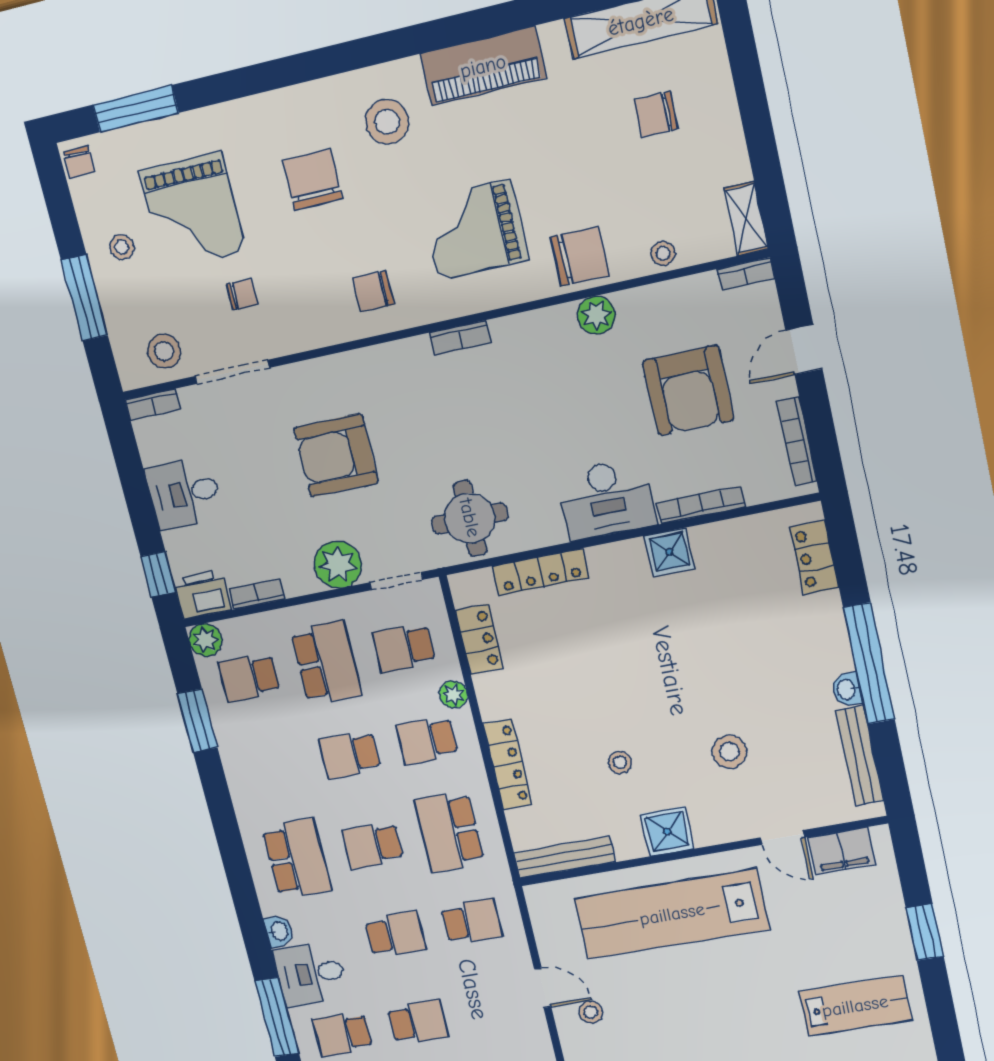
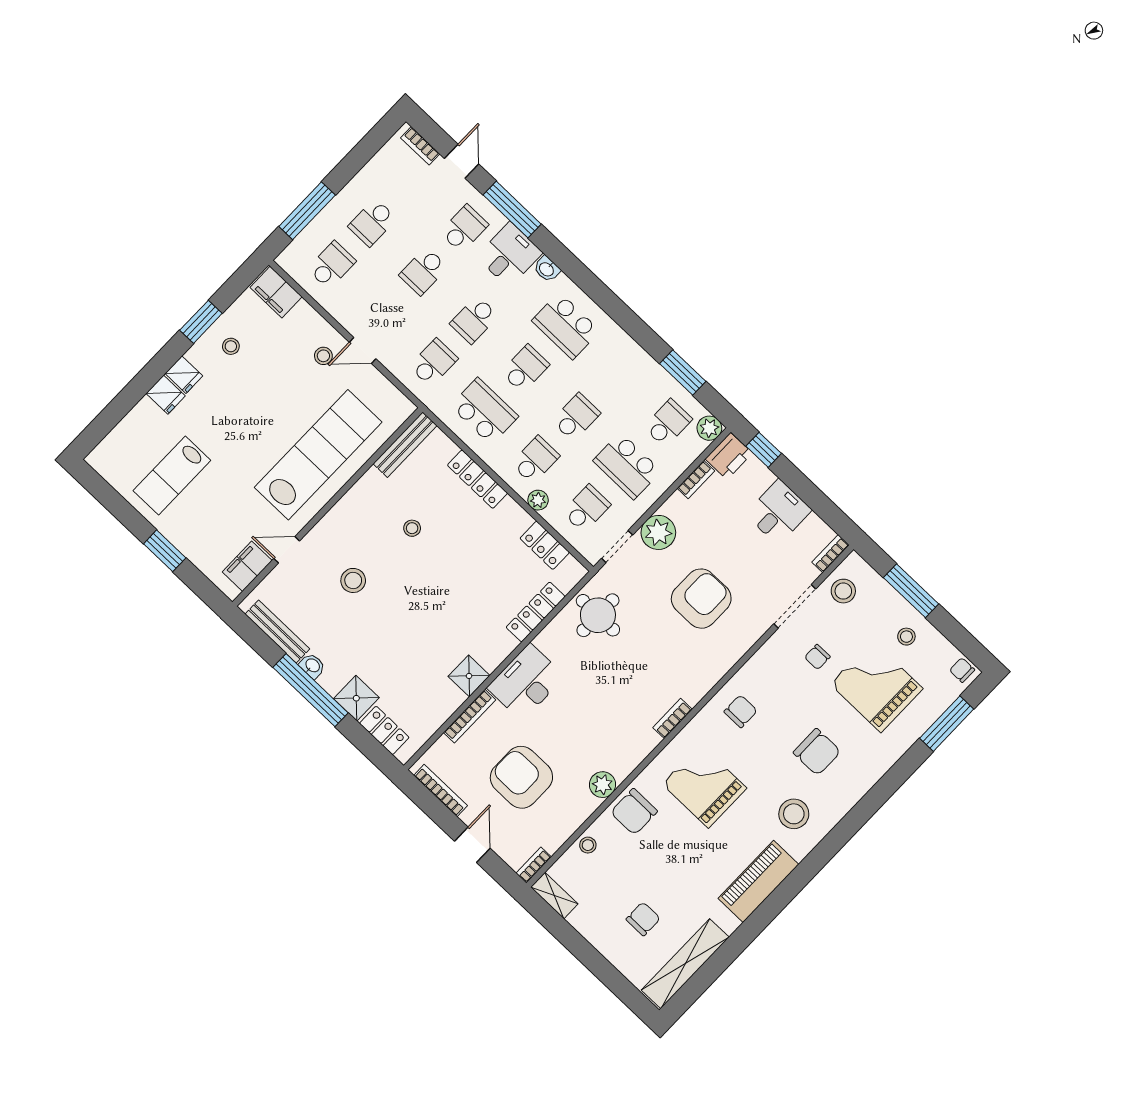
grand piano: (474, 230) -> (704, 786), turned -90
shower: (667, 831) -> (356, 698), moved
school desk: (472, 922) -> (433, 362), turned 180

